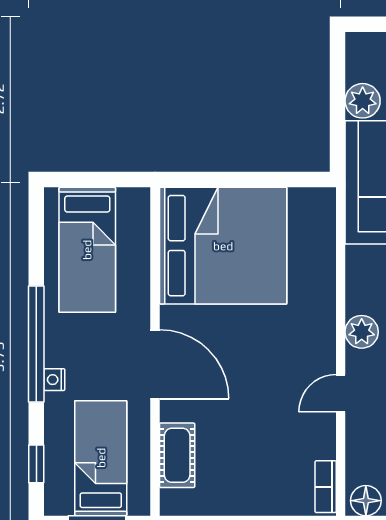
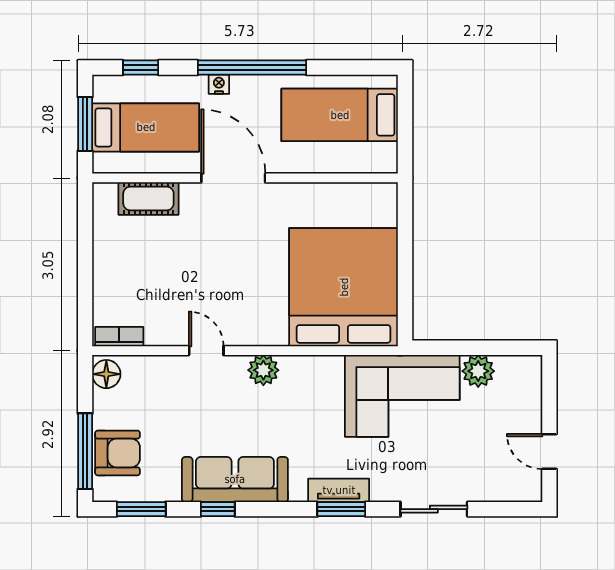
bed: (223, 246) -> (344, 287), moved, turned 180
door: (155, 364) -> (233, 178), swing flipped

